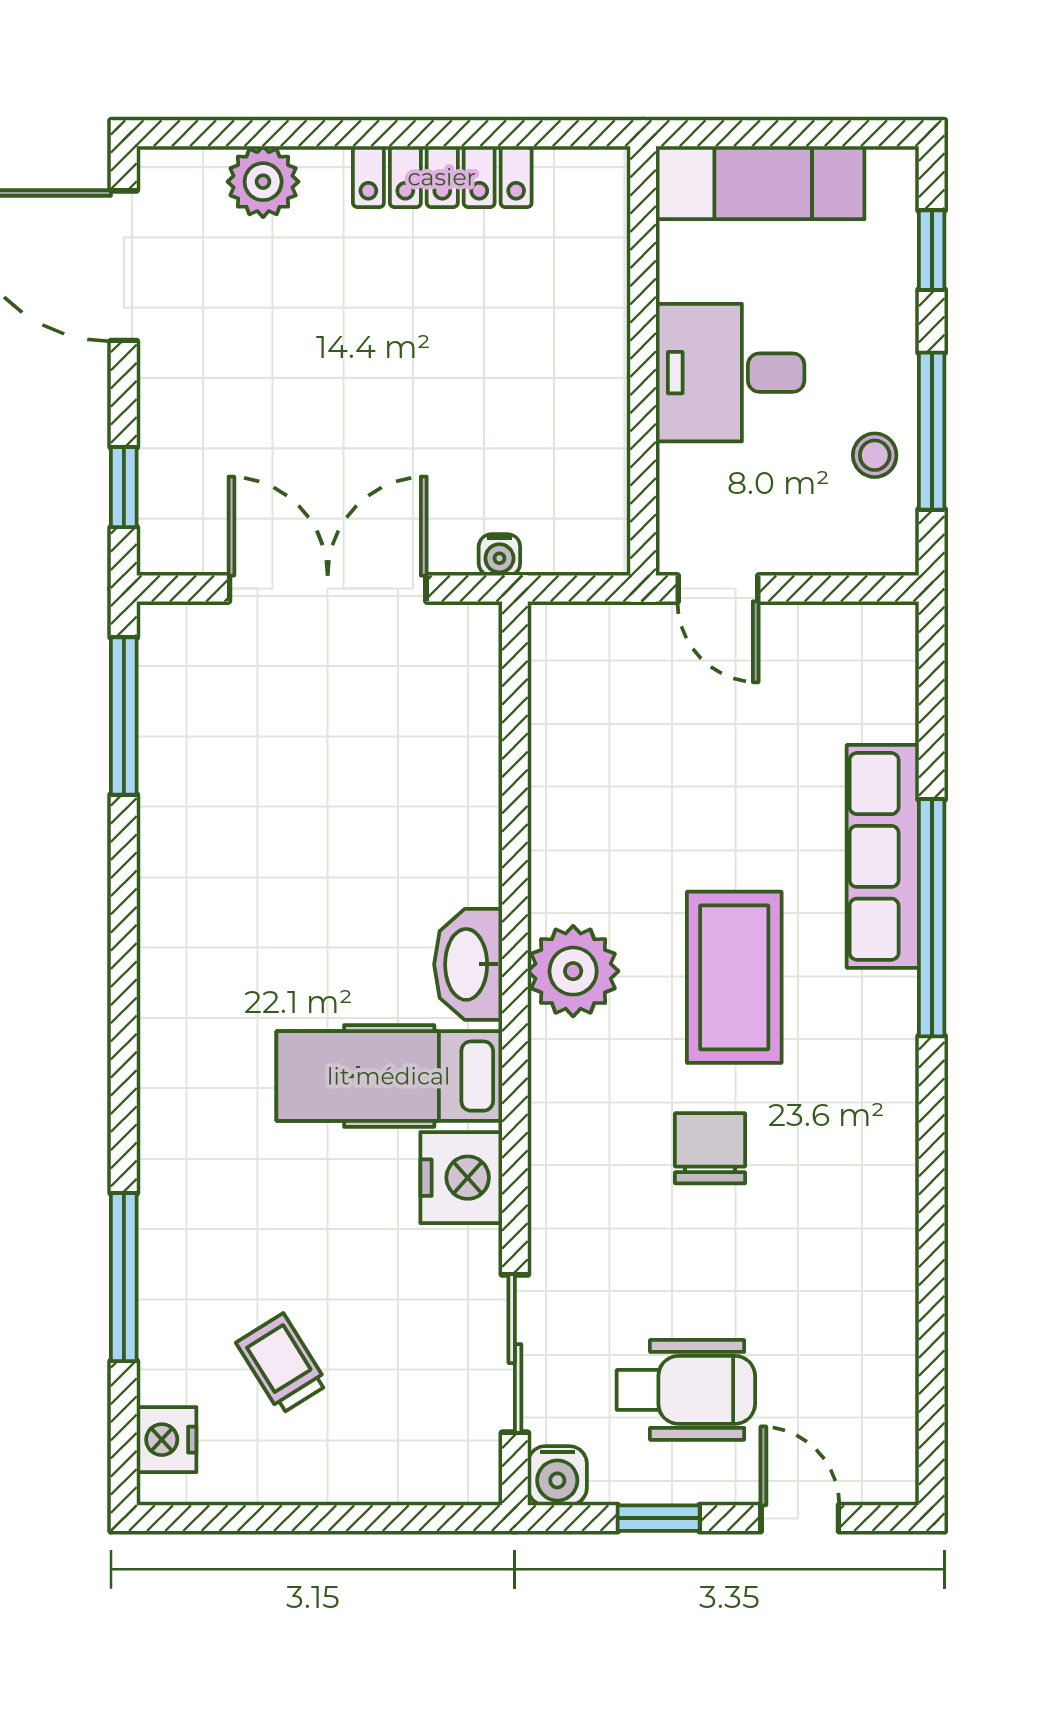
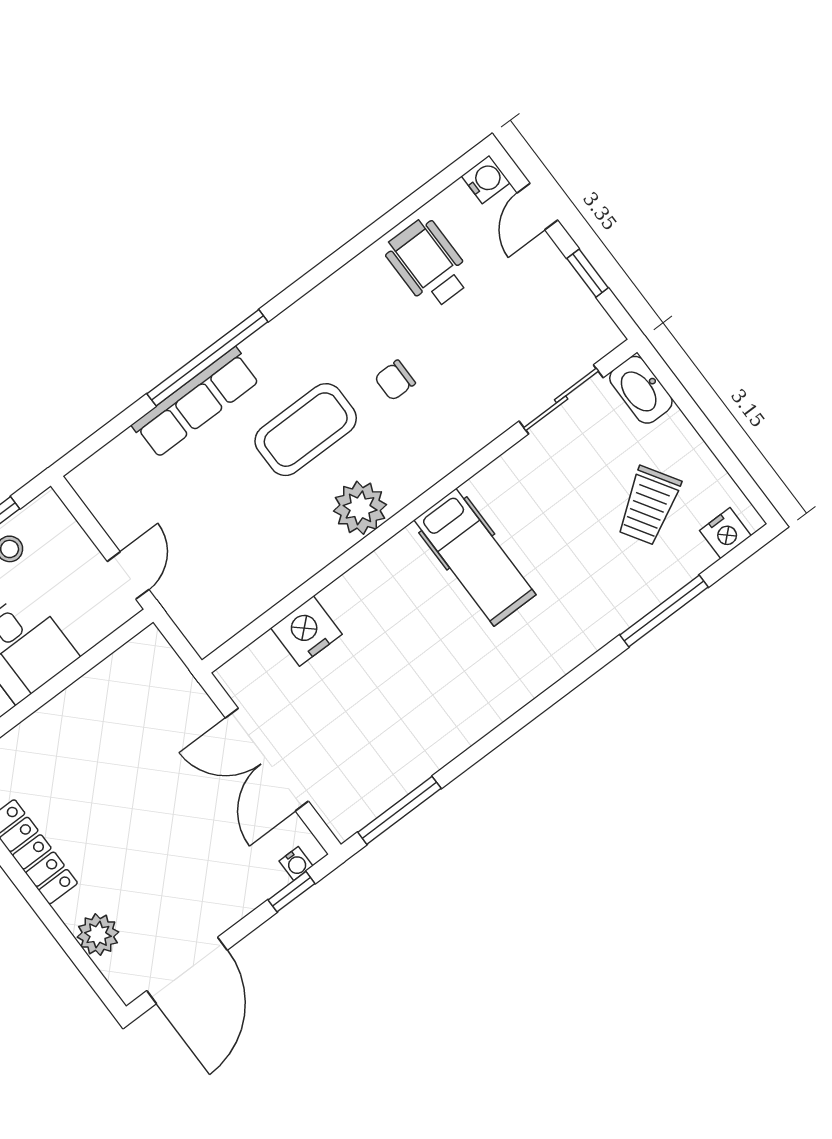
water cooler: (499, 555) -> (296, 864), moved, turned 90
washbasin: (468, 964) -> (641, 390), moved, turned 90
chair: (710, 1148) -> (395, 380), width x0.73, depth x0.73
nightstand: (461, 1178) -> (306, 631), moved
trolley: (282, 1364) -> (649, 506), width x1.36, depth x1.39
wheelchair: (686, 1390) -> (428, 264), moved
water cooler: (557, 1476) -> (486, 179), moved

